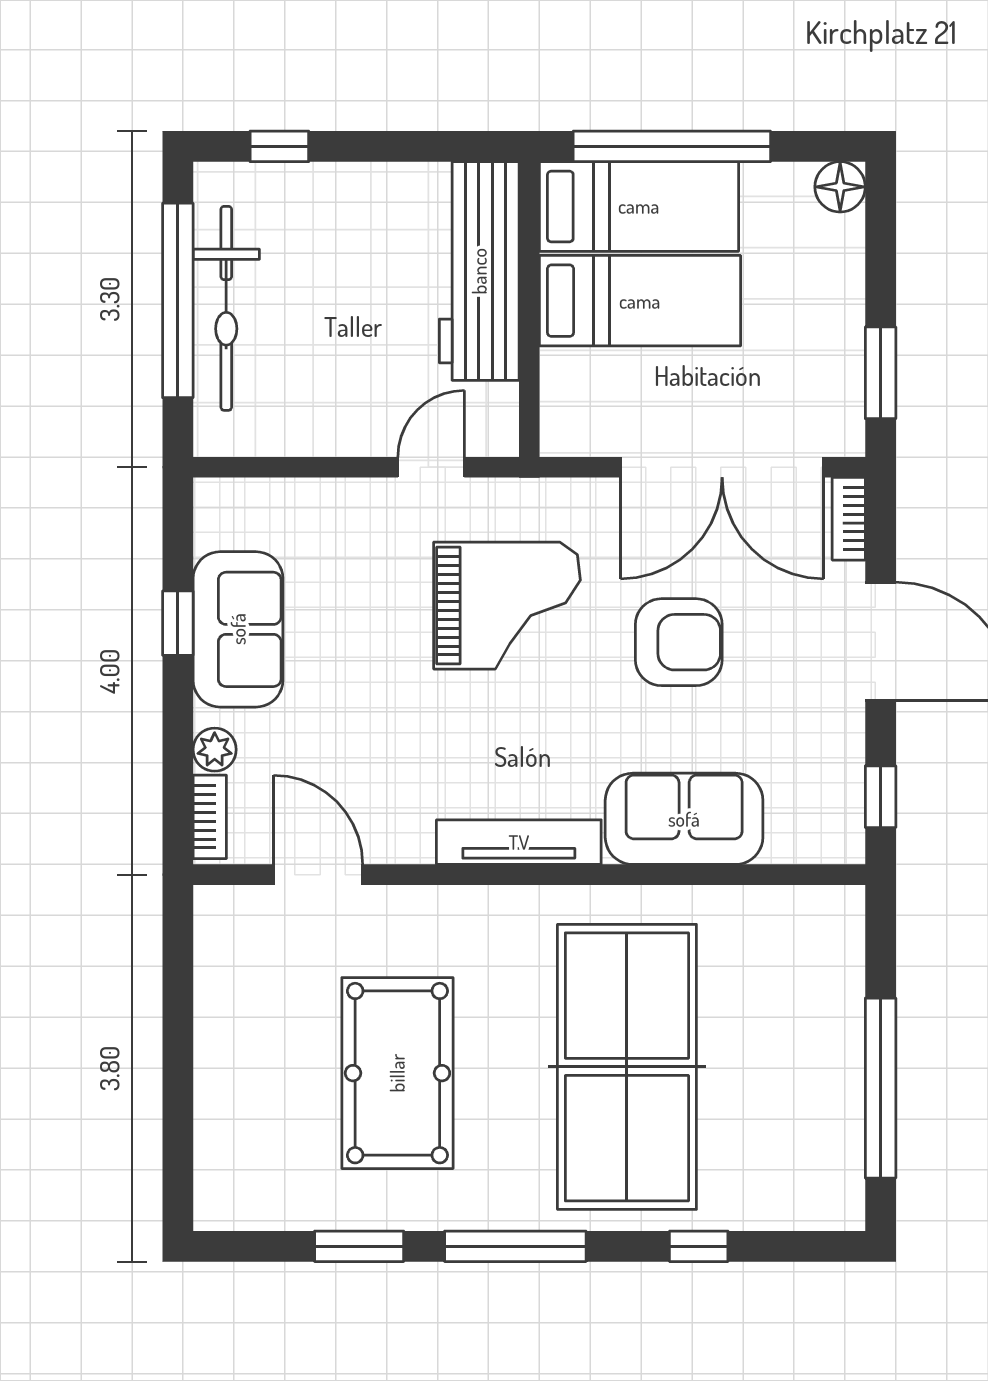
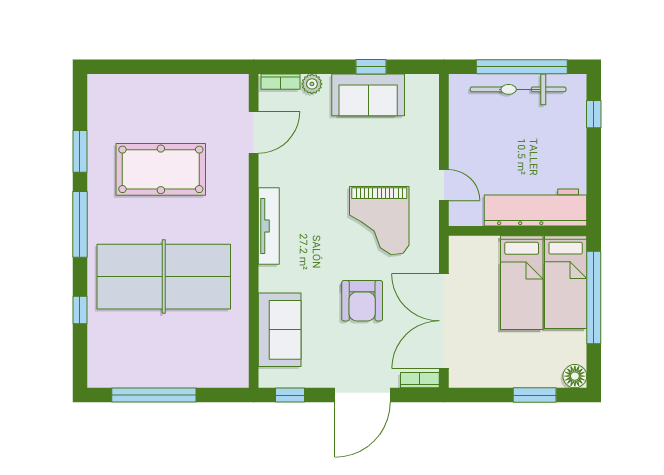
window: (881, 373) -> (535, 395), moved
sofa: (684, 819) -> (280, 330), moved

